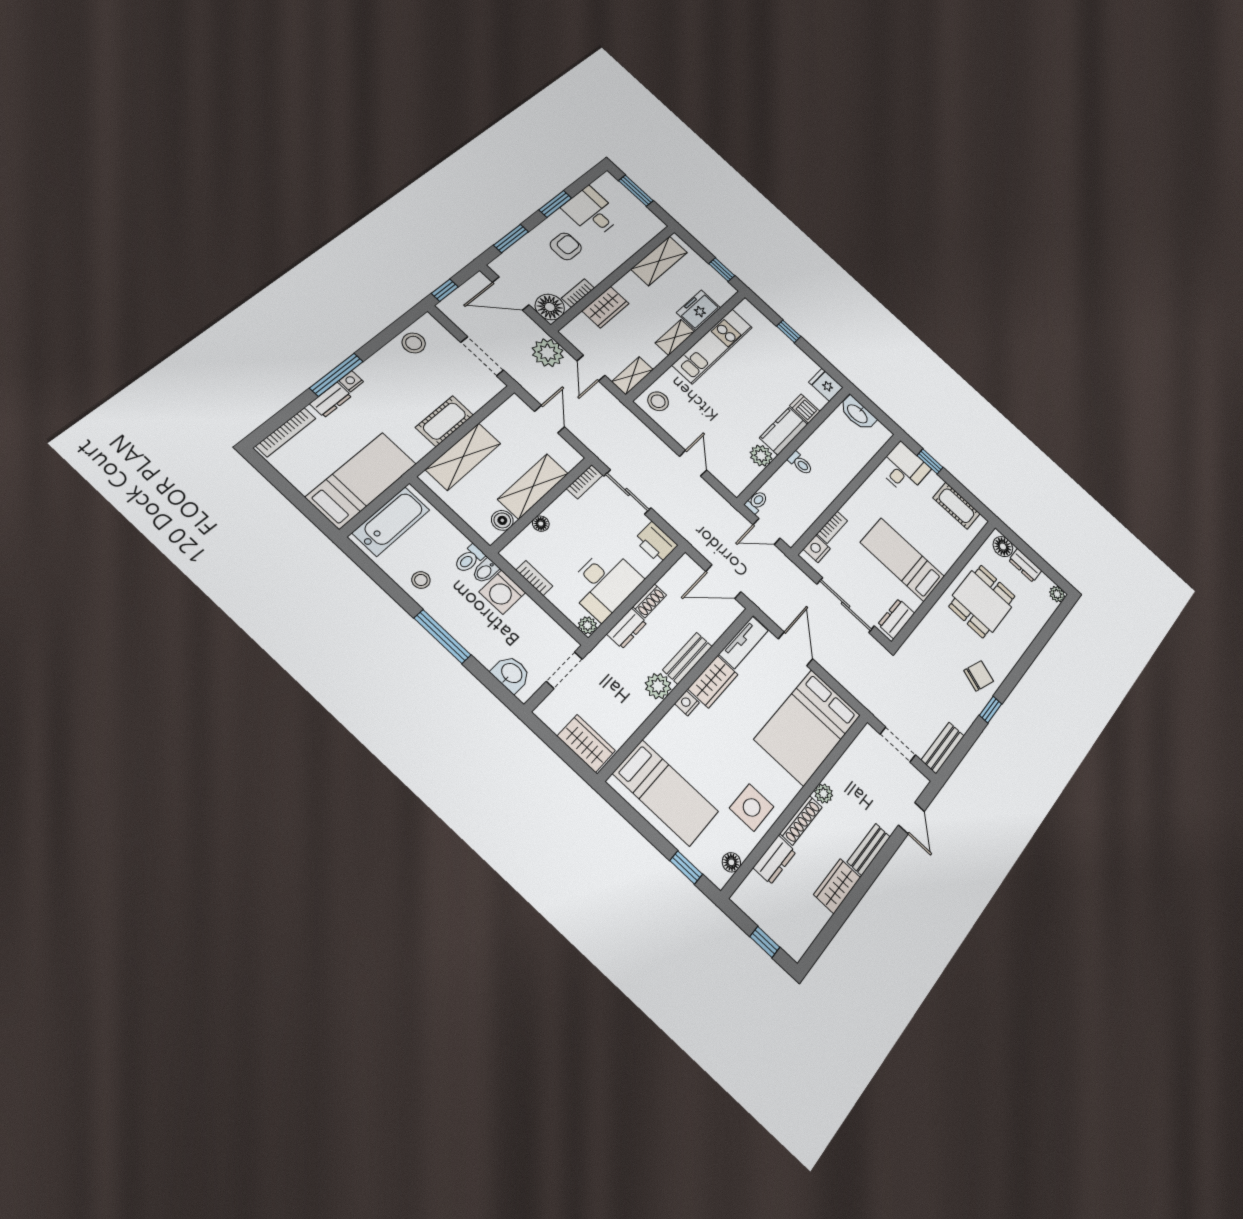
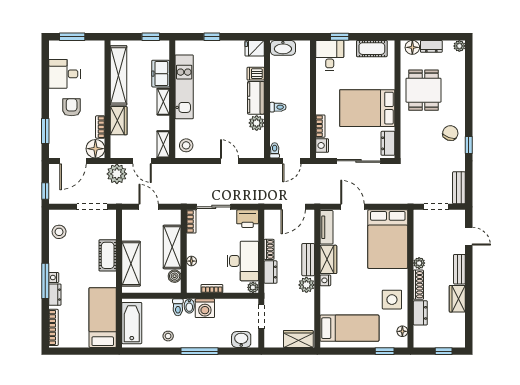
window: (555, 204) -> (45, 89), removed
shelving: (659, 261) -> (119, 75), width x1.47
bed: (902, 559) -> (367, 108), width x1.50

